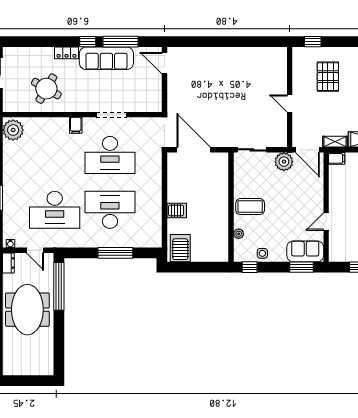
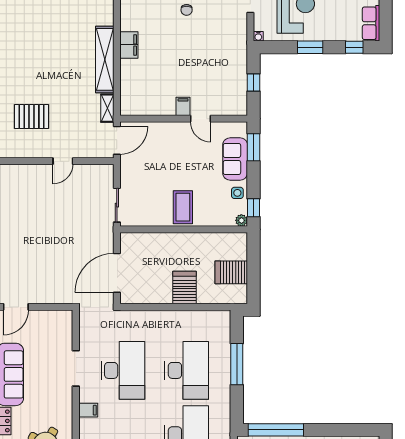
filing cabinet: (337, 158) -> (183, 106), moved
plant: (284, 162) -> (131, 168), removed
desk: (110, 210) -> (187, 370), turned 180
server rack: (177, 211) -> (184, 288), width x1.36, depth x1.44
plant: (239, 234) -> (241, 220), moved
server rack: (180, 248) -> (231, 272), moved
sofa: (305, 251) -> (235, 159), moved

